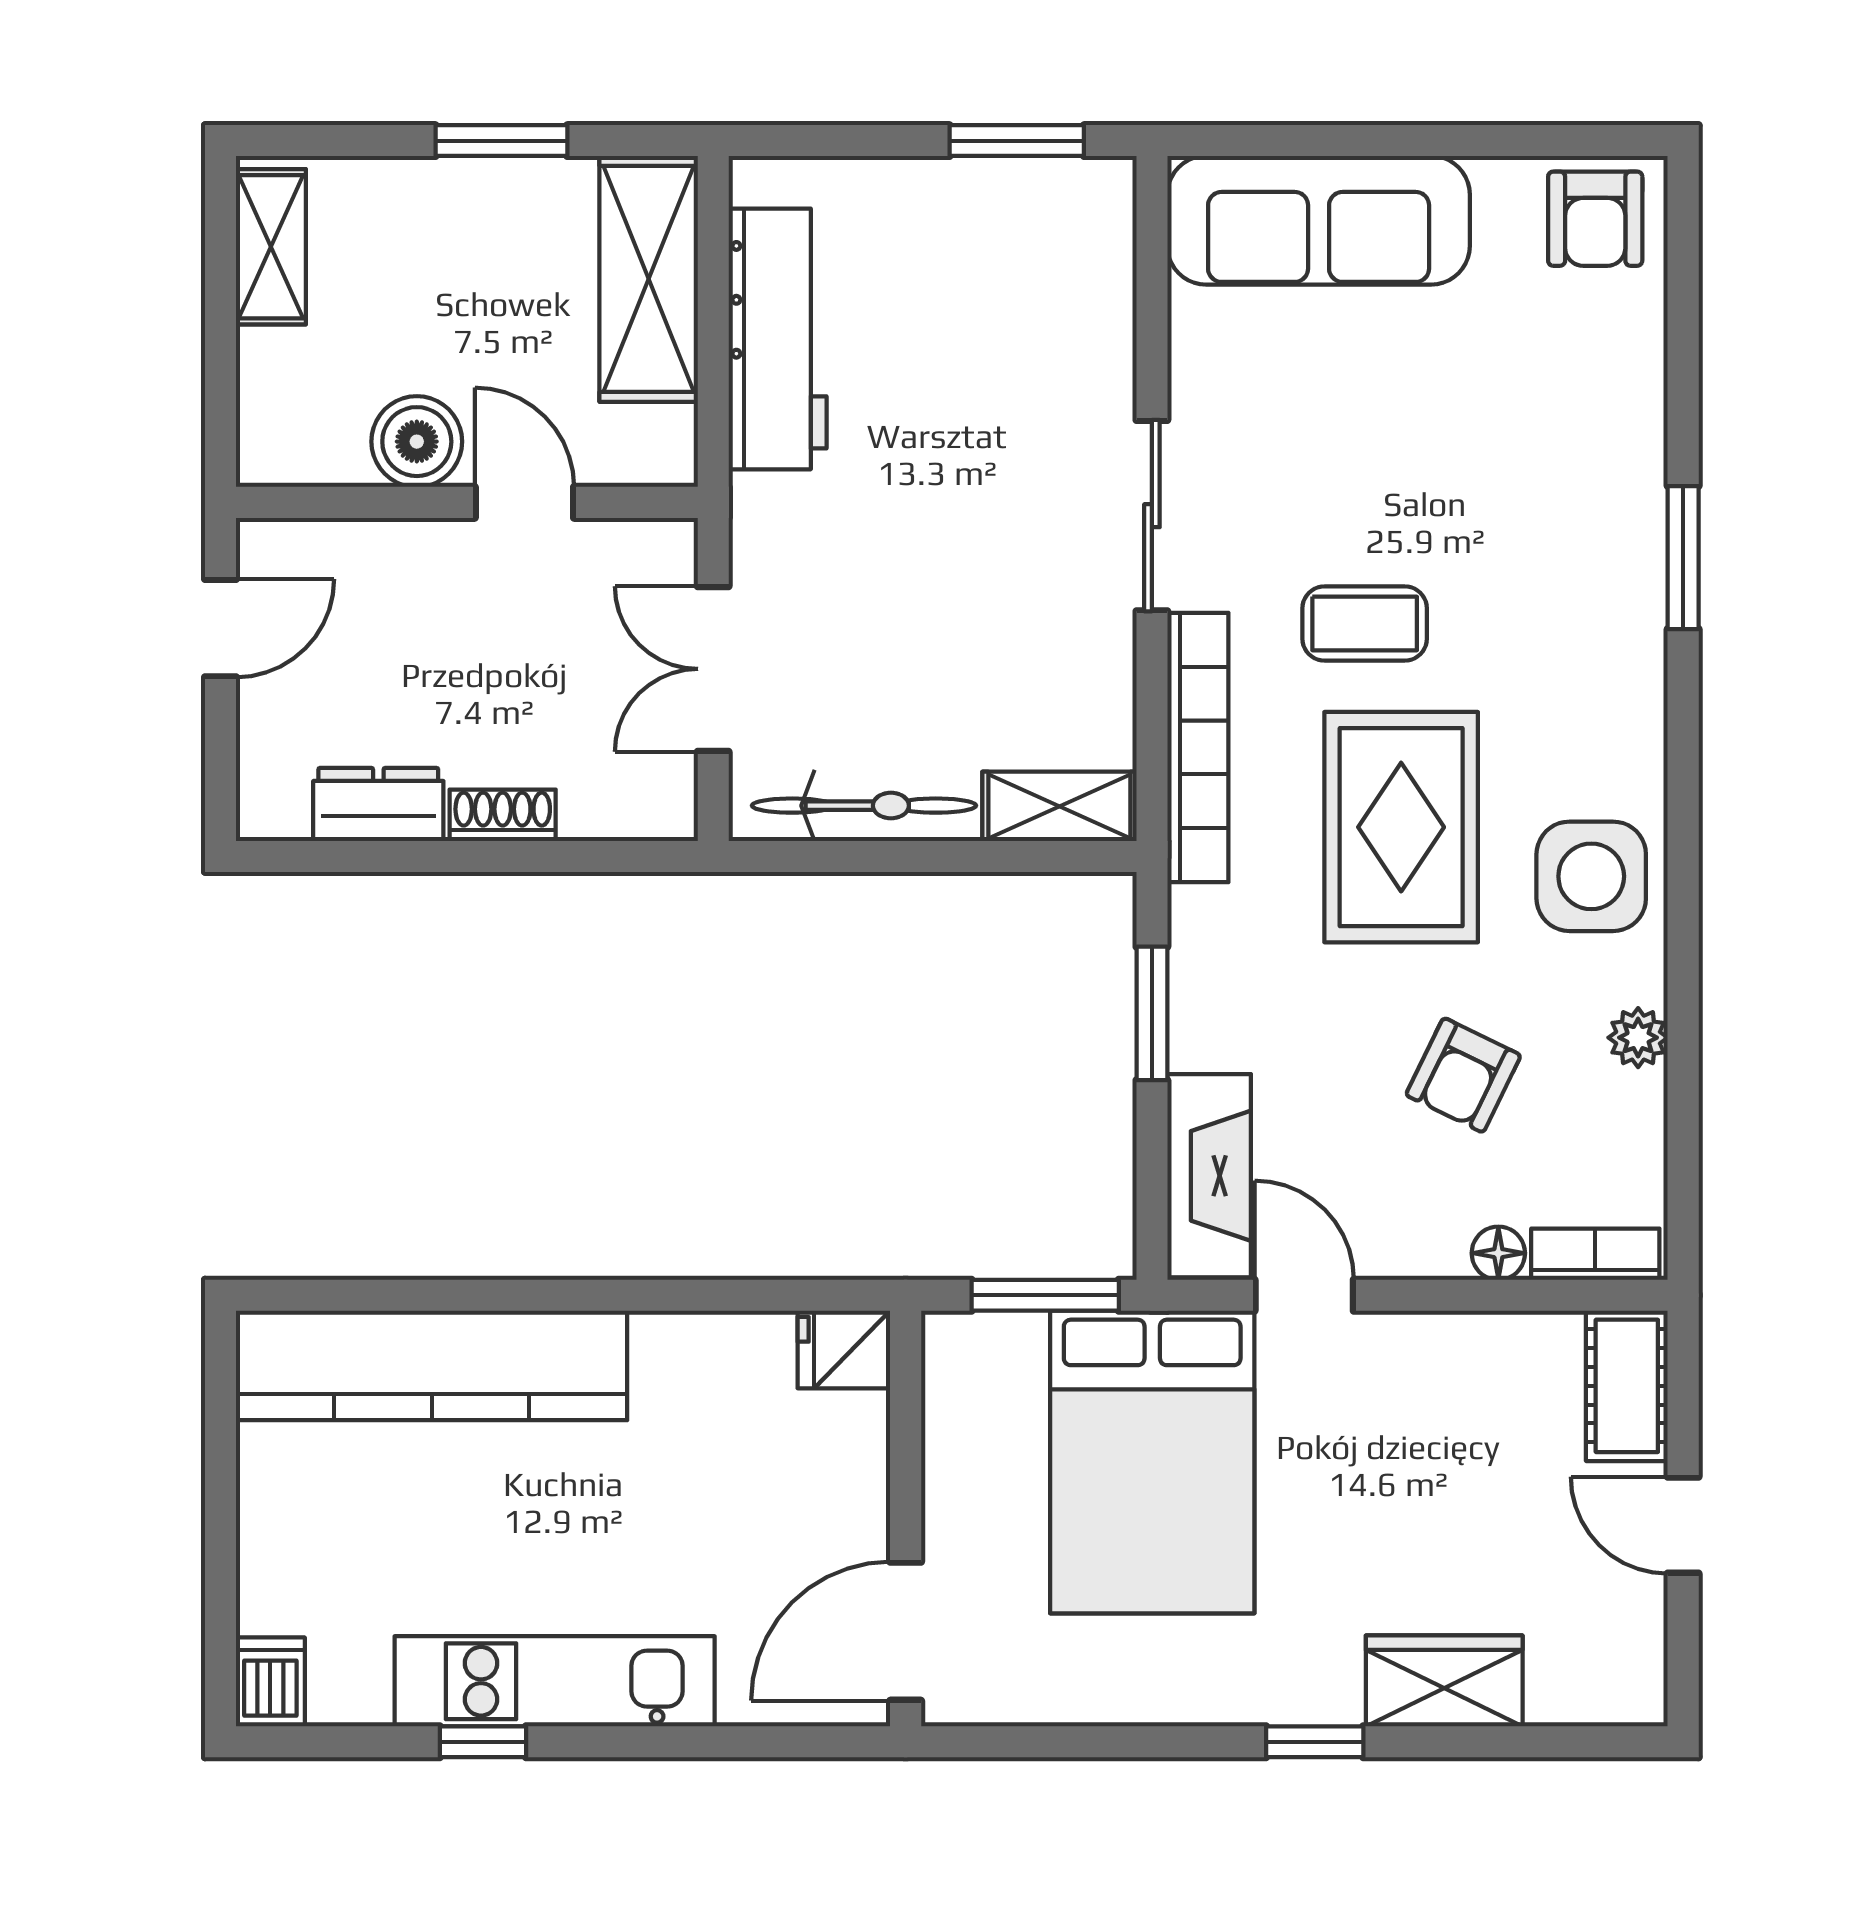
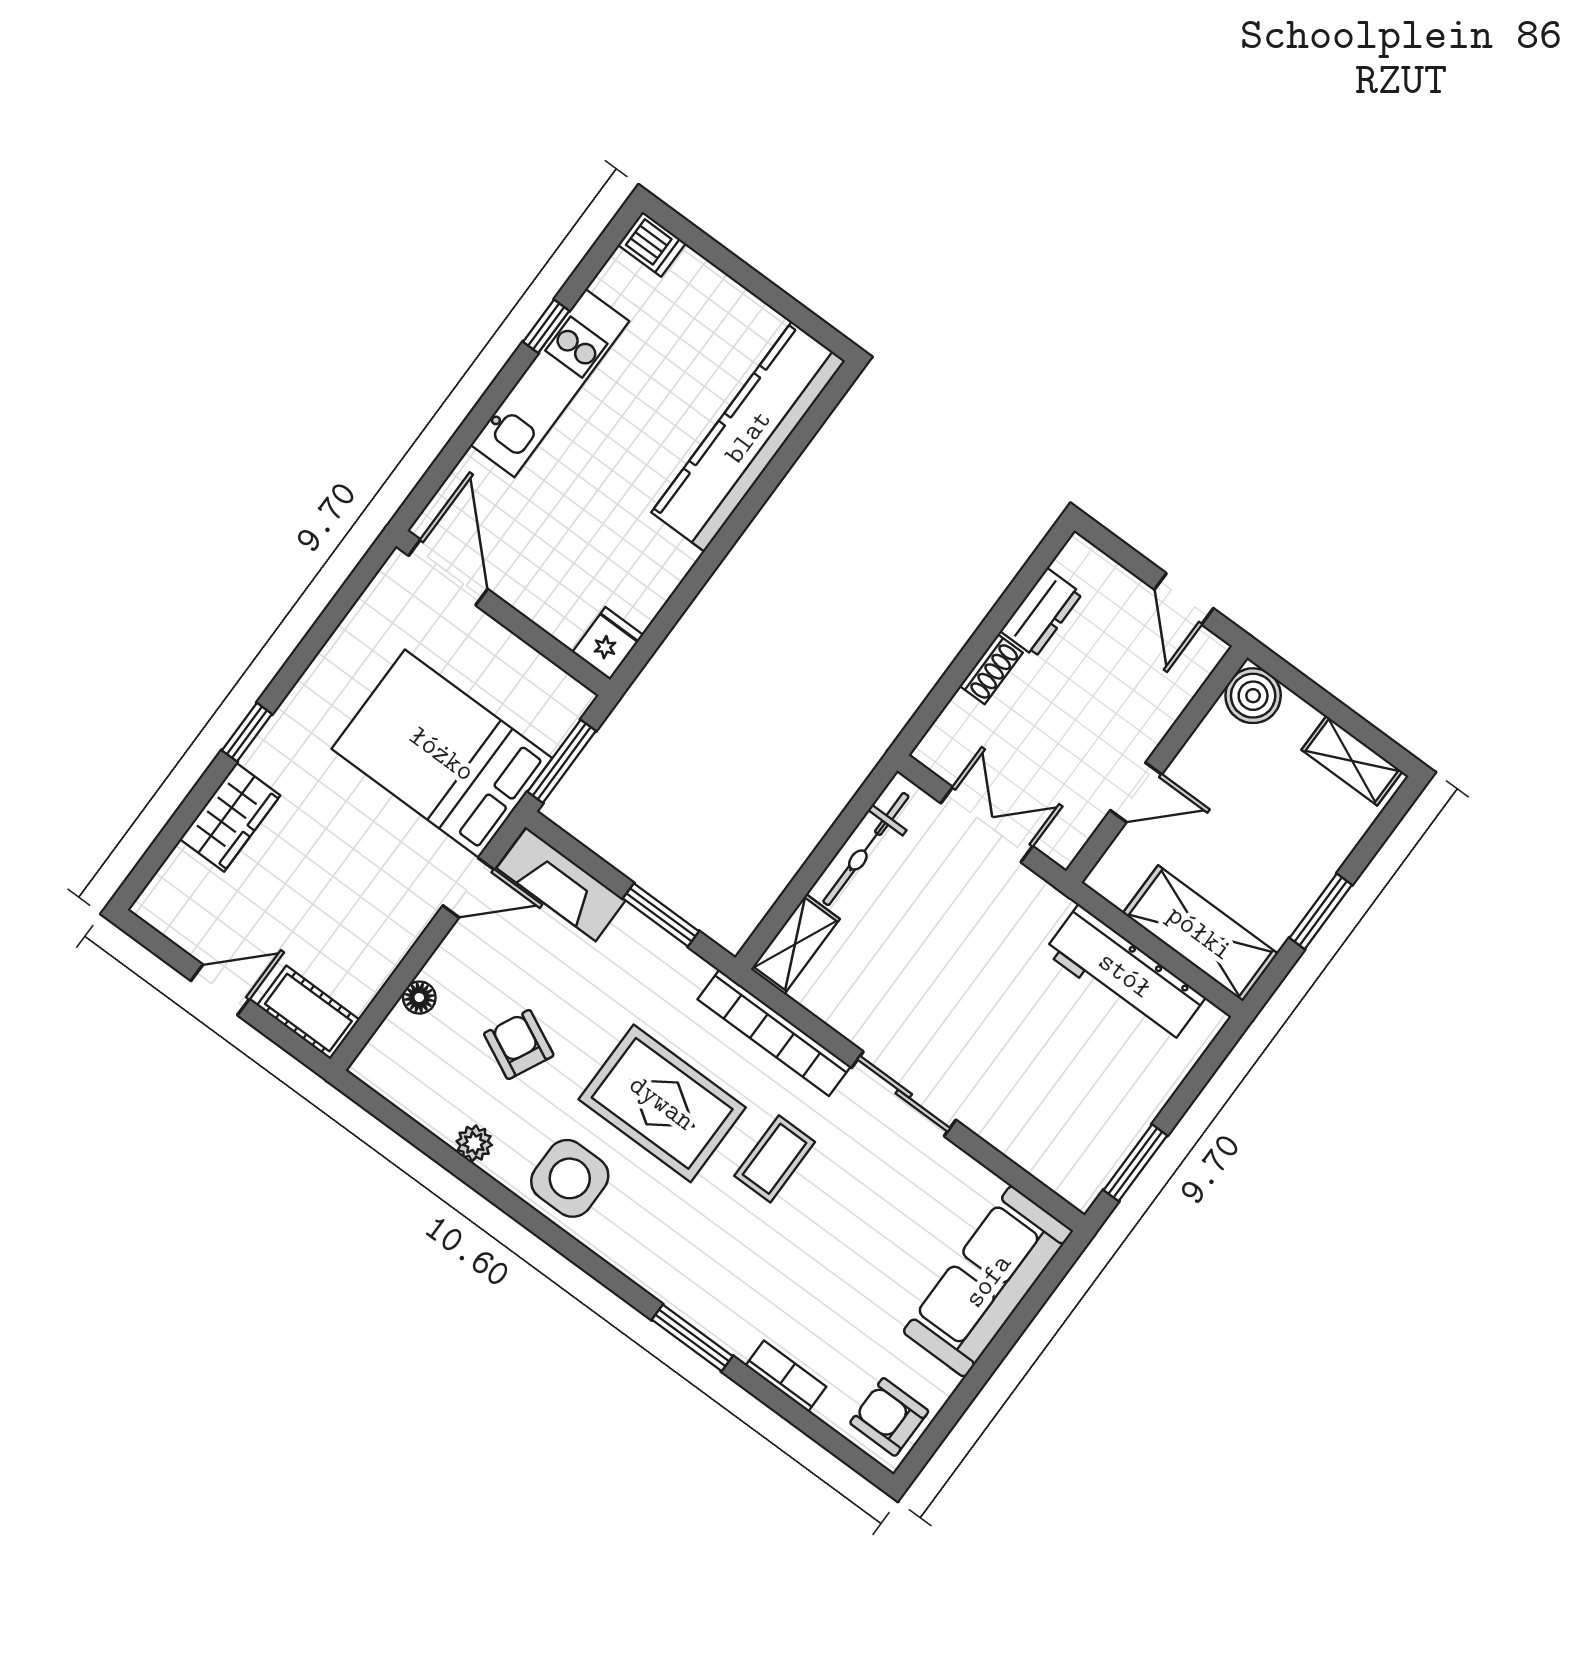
boiler: (417, 442) -> (1253, 696), moved
bookcase: (1595, 1254) -> (786, 1376), moved, turned -90

